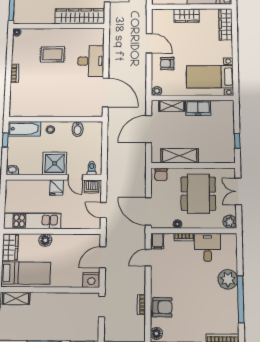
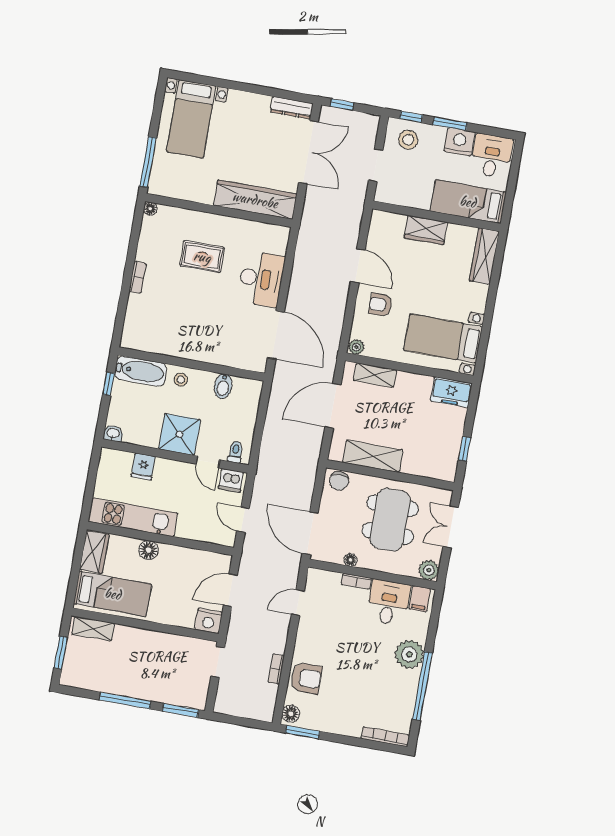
freezer: (198, 108) -> (451, 392), moved
fridge: (56, 187) -> (143, 467), moved
filing cabinet: (158, 241) -> (420, 599), moved

